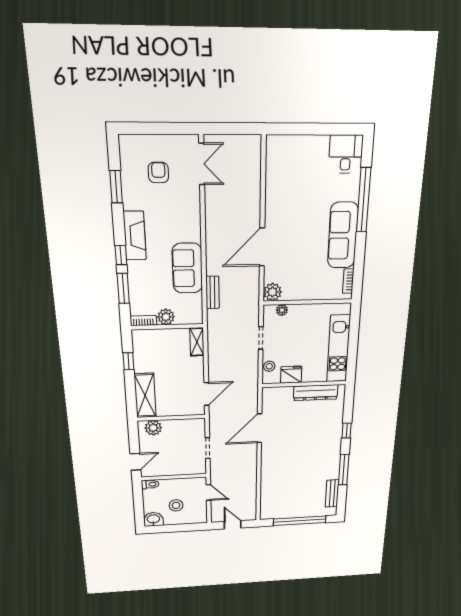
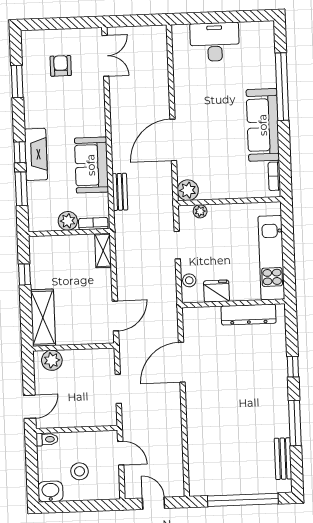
desk: (346, 154) -> (215, 42), moved, width x1.37
fireplace: (135, 236) -> (36, 154), moved
bookcase: (143, 321) -> (93, 224), moved

